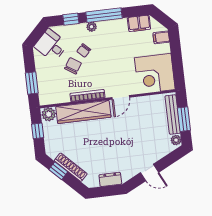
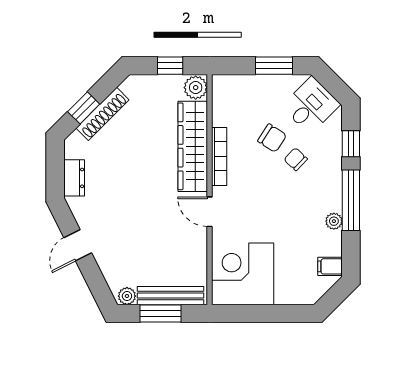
filing cabinet: (139, 23) -> (330, 266), width x0.50
plant: (92, 27) -> (334, 221), moved
filing cabinet: (161, 37) -> (302, 292), removed
window: (32, 83) -> (274, 66), moved
window: (58, 171) -> (84, 108), moved

